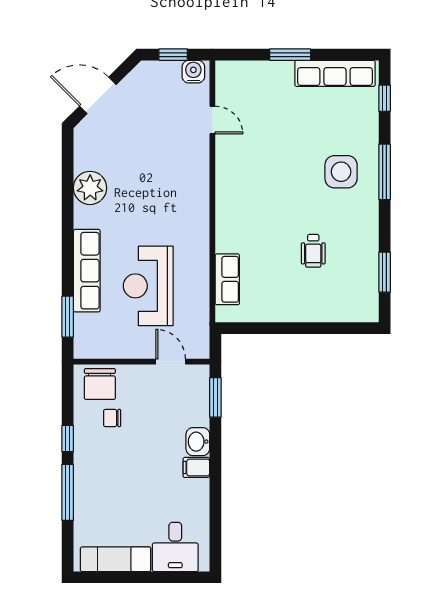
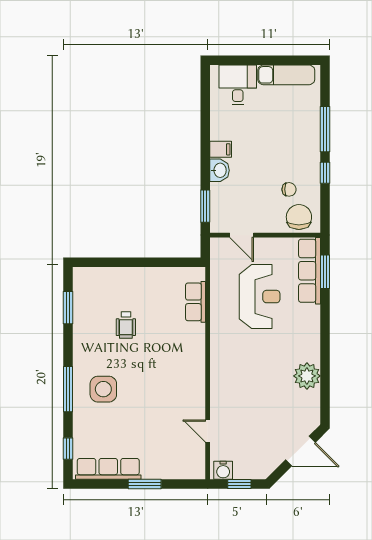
wheelchair: (313, 251) -> (126, 325), turned 180
row of seats: (87, 271) -> (310, 271), moved

